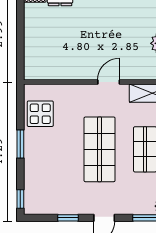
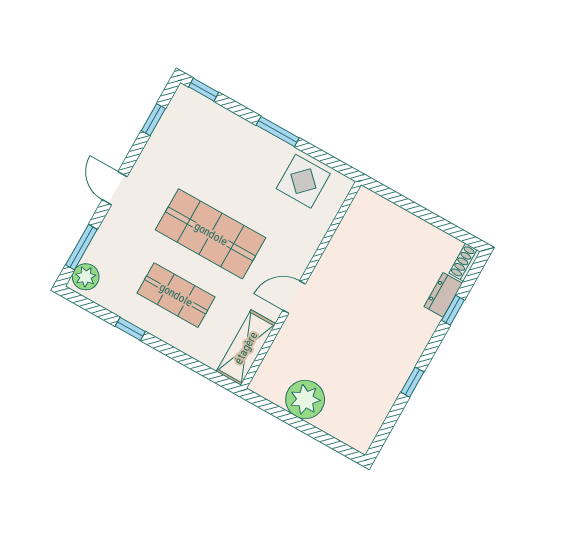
door: (109, 82) -> (294, 297), swing flipped
window: (68, 218) -> (153, 120), moved

